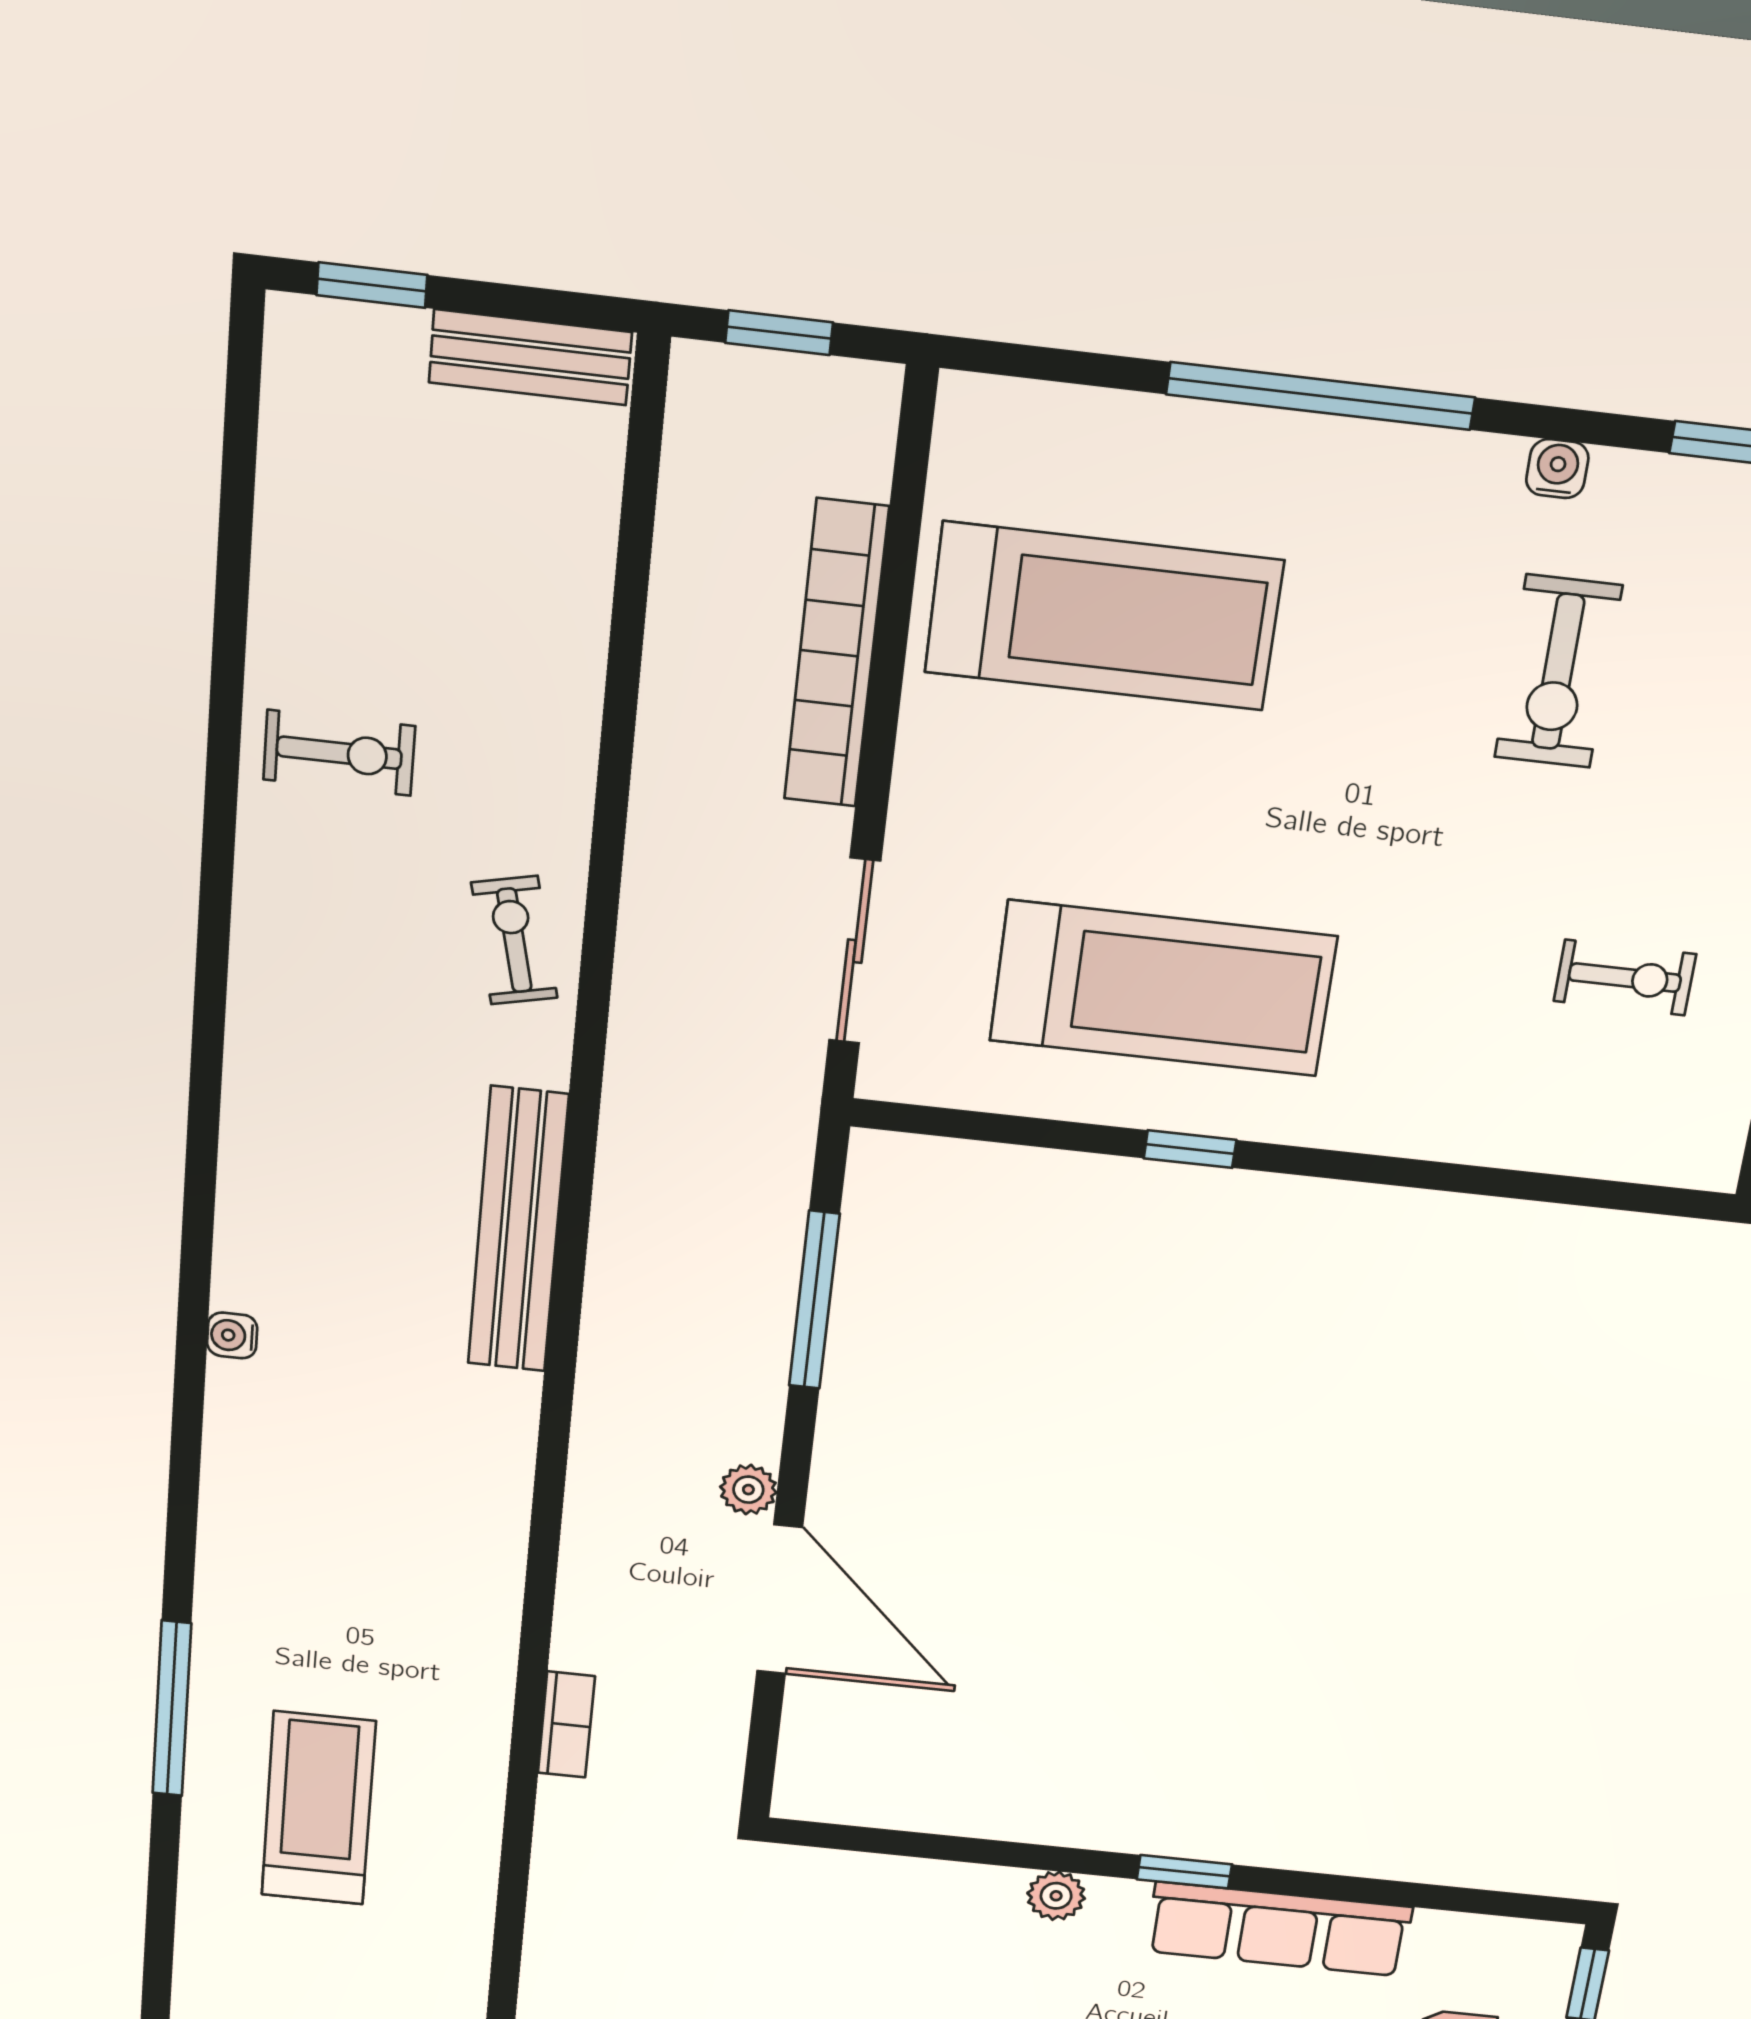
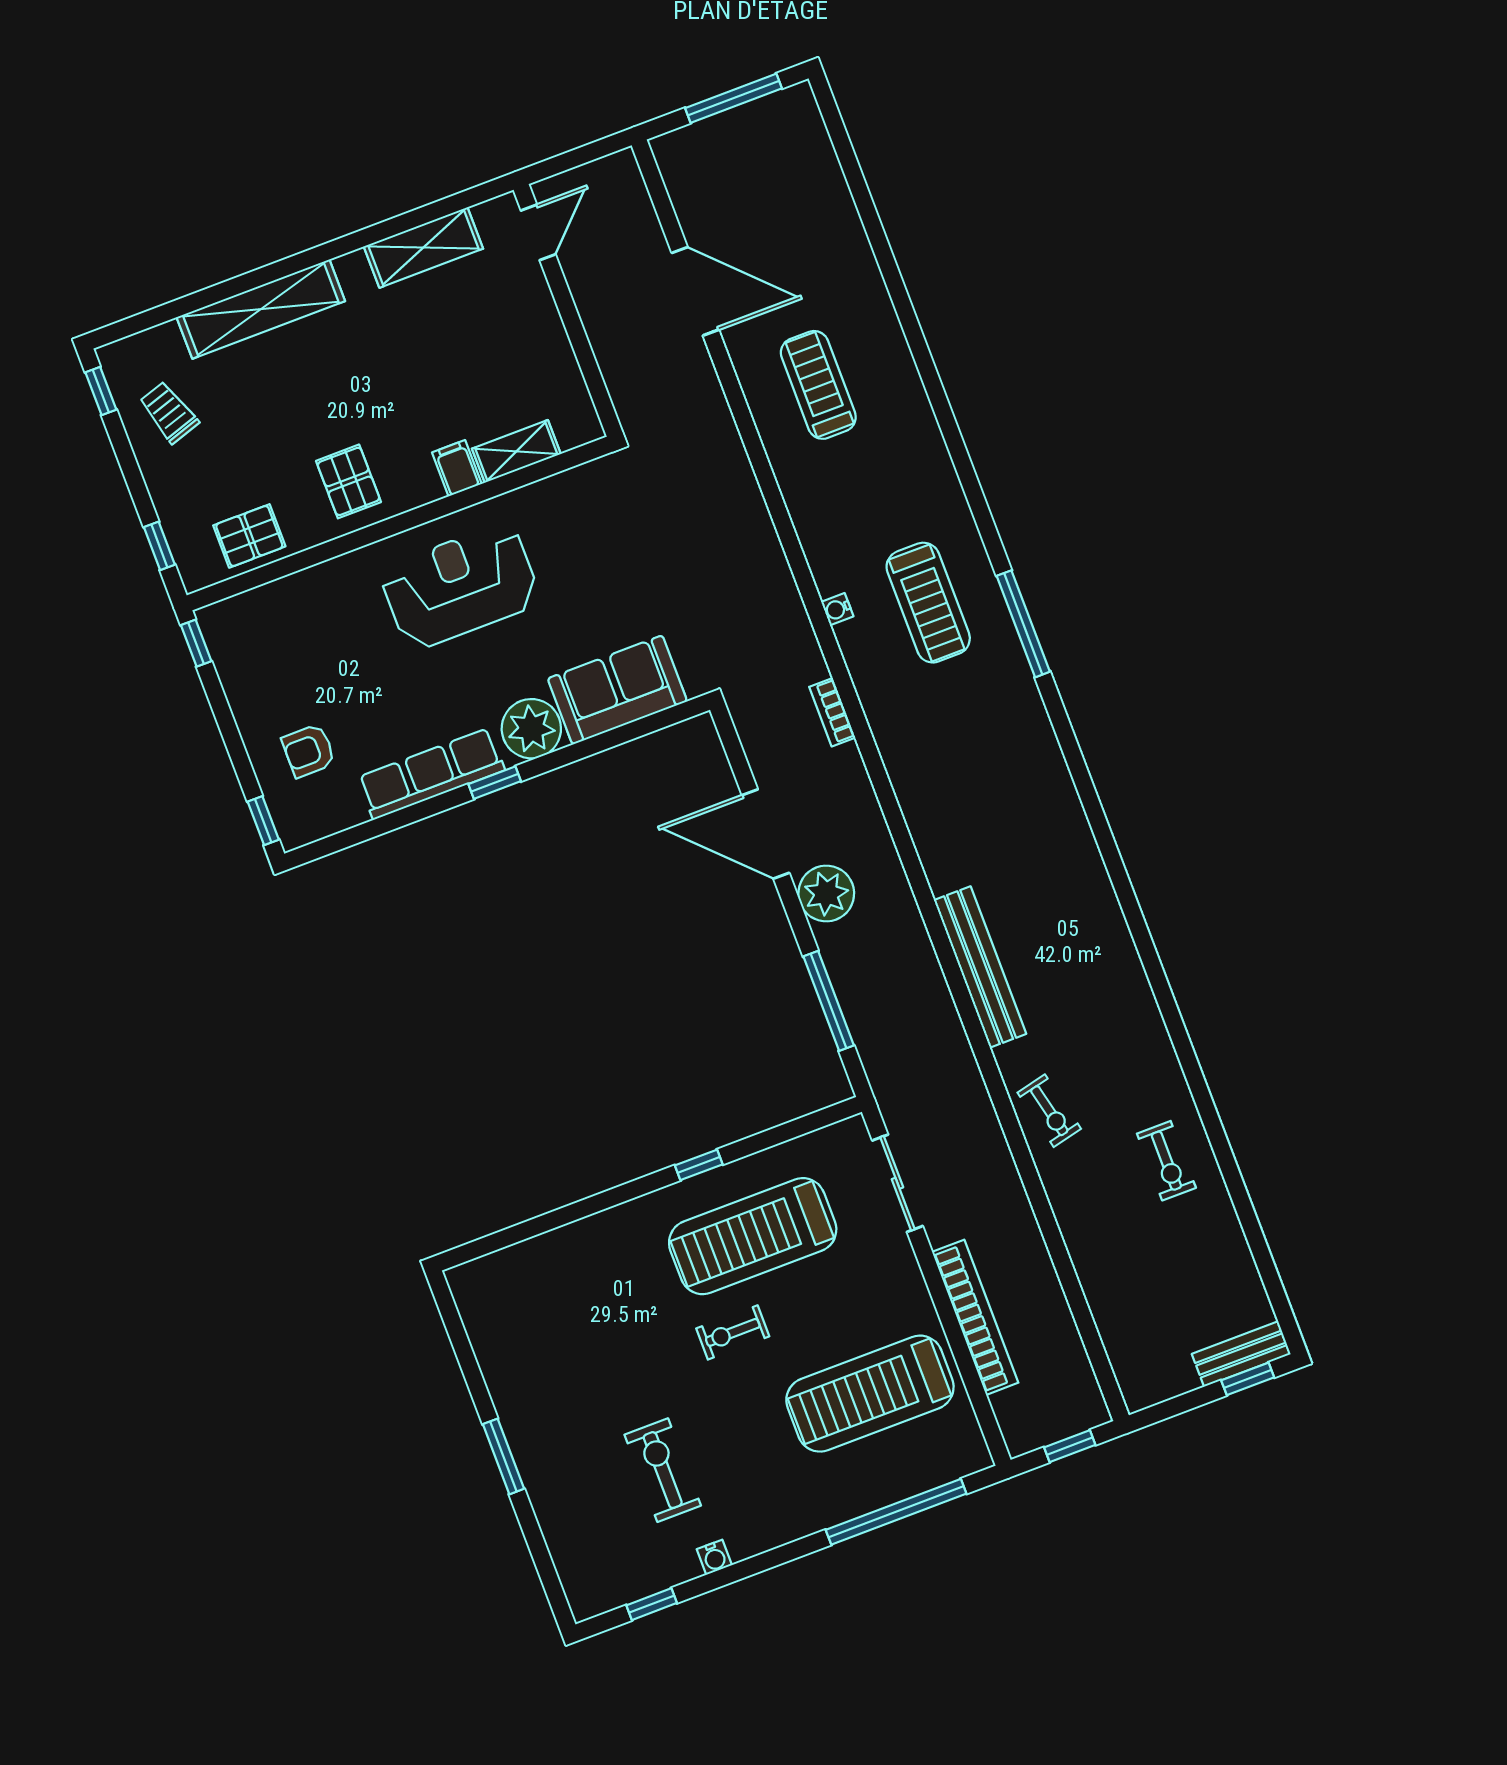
bench: (530, 357) -> (1241, 1354), moved
window: (1321, 396) -> (896, 1512), moved
exercise bike: (339, 753) -> (1166, 1161), turned -90
exercise bike: (1625, 978) -> (733, 1332), moved
water cooler: (232, 1335) -> (837, 609), moved, turned 180
plant: (748, 1490) -> (826, 894), width x1.87, depth x1.87
plant: (1056, 1896) -> (531, 729), width x1.87, depth x1.87
sofa: (905, 1911) -> (617, 690), added

